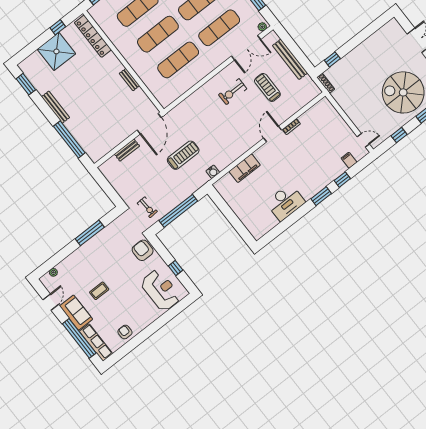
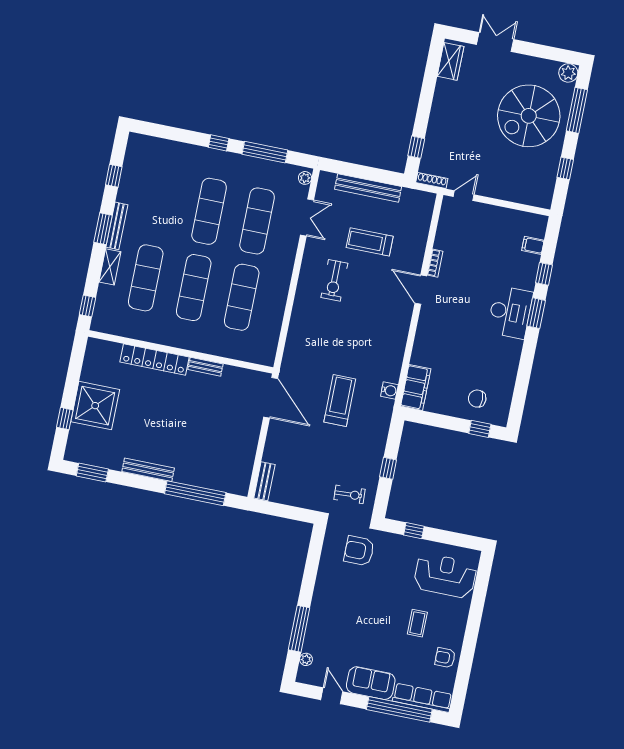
window: (58, 27) -> (65, 419), moved
wardrobe: (387, 31) -> (450, 61), added
locker: (93, 36) -> (154, 360), moved
double door: (246, 48) -> (307, 218), width x0.73
door: (363, 140) -> (464, 196), moved
bench: (127, 150) -> (264, 481), moved
filing cabinet: (245, 168) -> (416, 387), moved
desk: (285, 202) -> (510, 312), moved
window: (178, 211) -> (388, 468), width x0.32
chair: (254, 214) -> (477, 399), added
window: (242, 231) -> (480, 429), added
window: (90, 233) -> (299, 629), moved
armchair: (143, 250) -> (359, 551), moved
window: (176, 268) -> (414, 531), moved
coffee table: (99, 291) -> (417, 623), moved

